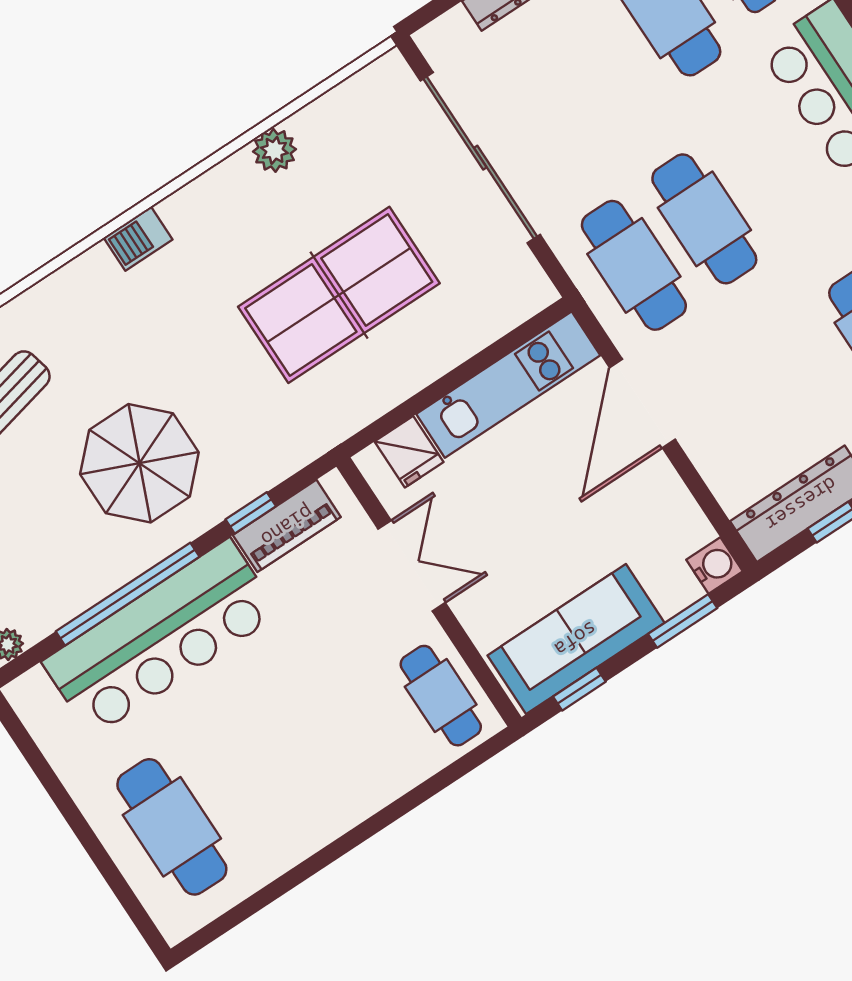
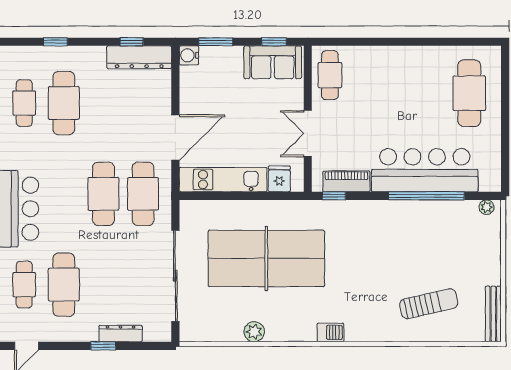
table tennis table: (339, 295) -> (266, 258), width x1.36, depth x1.32
parasol: (139, 463) -> (388, 244), removed
window: (251, 513) -> (334, 196), moved
sofa: (576, 639) -> (273, 62), width x0.73

